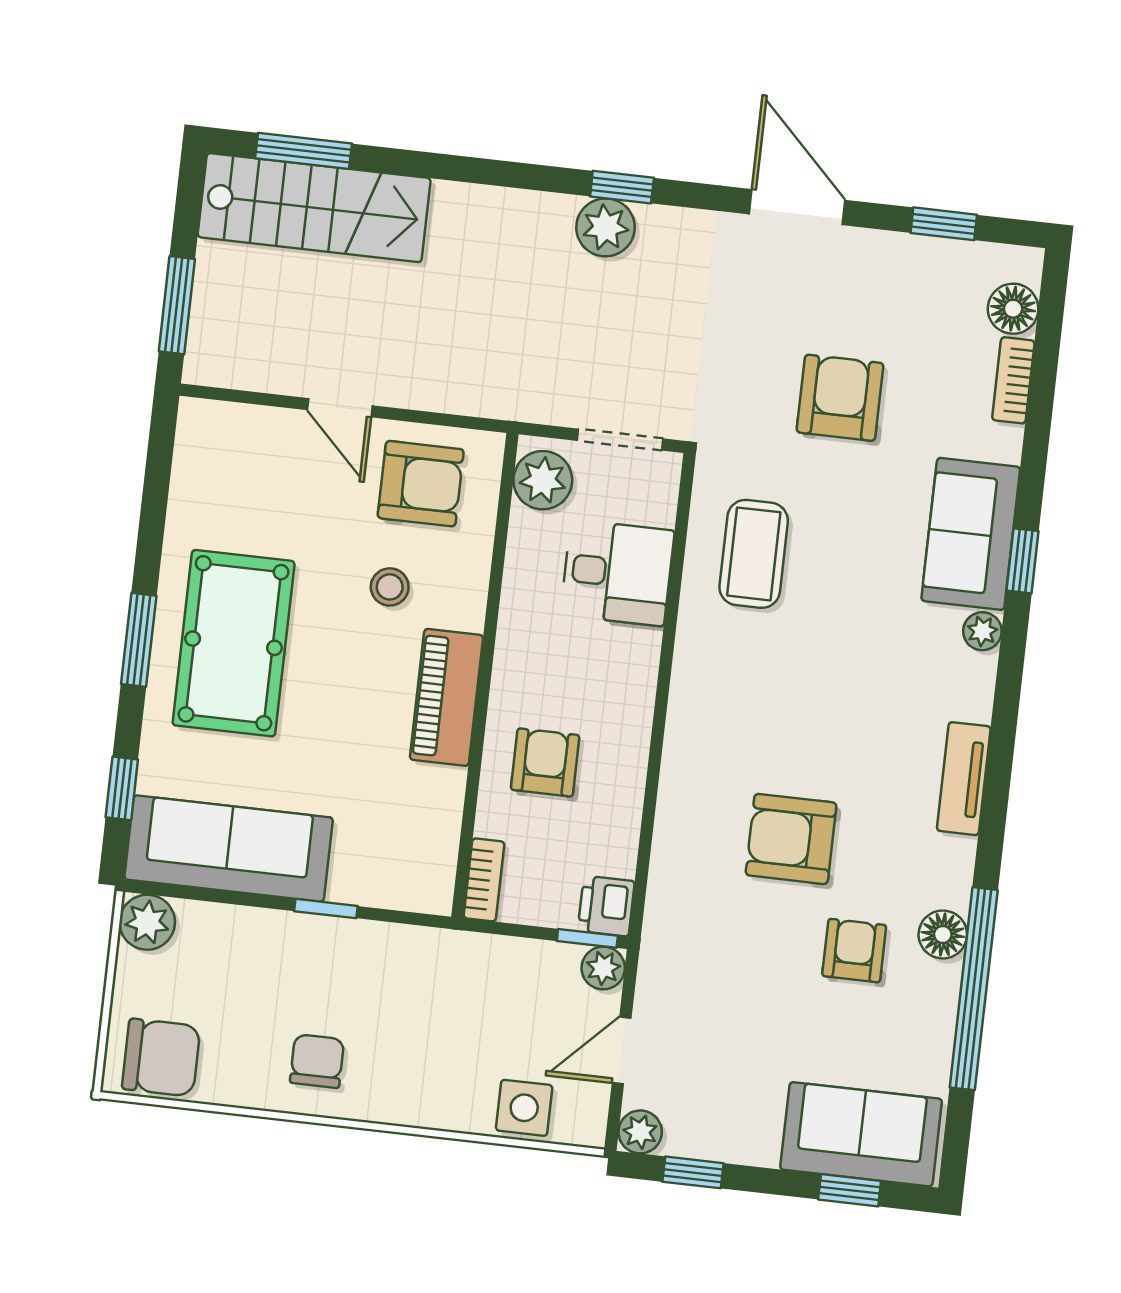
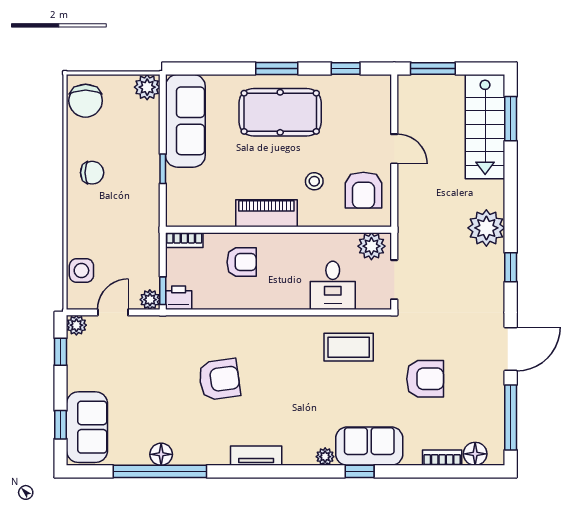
window: (944, 224) -> (511, 417), width x2.17
plant: (606, 227) -> (486, 228), moved, width x1.36, depth x1.36
door: (340, 408) -> (394, 149), swing flipped
window: (122, 788) -> (346, 68), moved
armchair: (791, 839) -> (219, 379), turned 82
floor lamp: (943, 935) -> (161, 454), moved
armchair: (854, 951) -> (171, 414), removed
door: (622, 1050) -> (113, 312), hinge flipped

